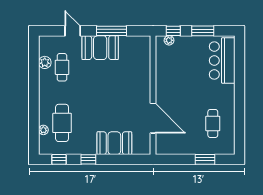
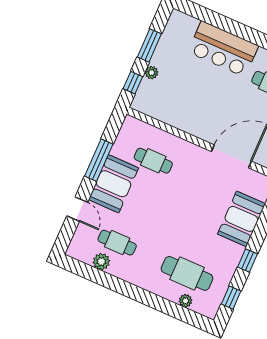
door: (73, 31) -> (77, 209), swing flipped
plant: (169, 40) -> (152, 73), moved
bar counter: (222, 60) -> (223, 49), moved
cafe table: (127, 67) -> (153, 161), added

